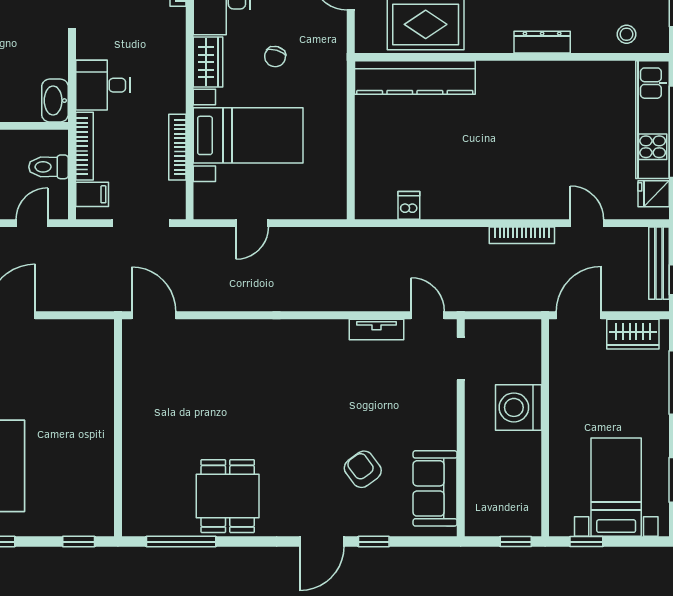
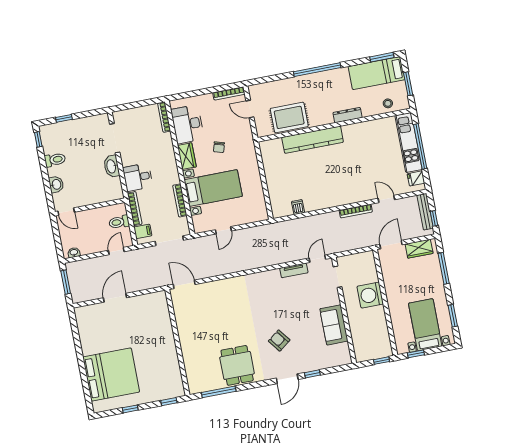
kitchen counter: (415, 78) -> (313, 140), moved
washbasin: (55, 101) -> (112, 166), moved
door: (428, 315) -> (317, 259), hinge flipped
armchair: (363, 469) -> (279, 341), moved
sofa: (435, 488) -> (334, 325), moved

